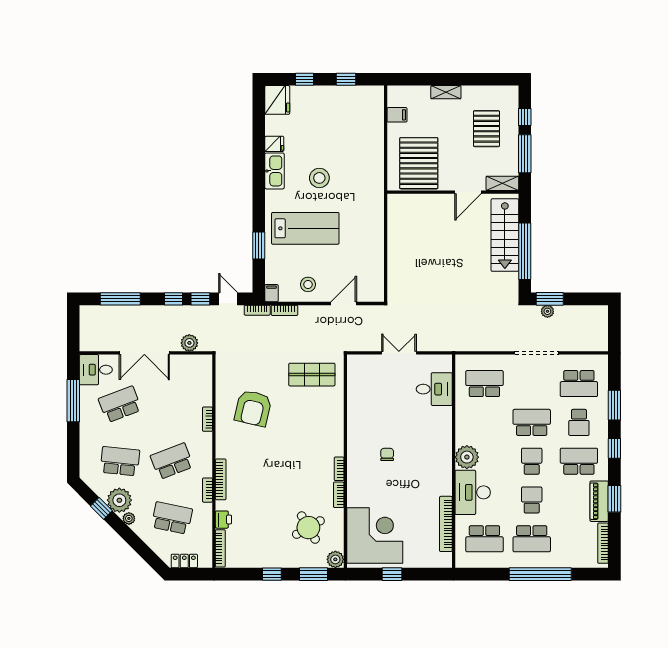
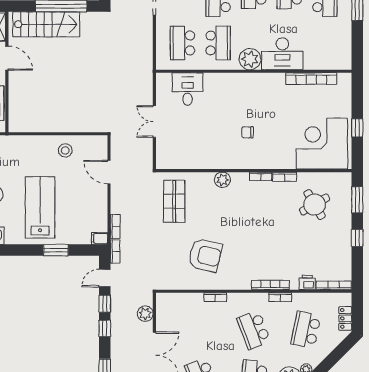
stool: (308, 284) -> (65, 150), moved
school desk: (484, 539) -> (218, 43), moved
plant: (335, 559) -> (222, 180), moved

